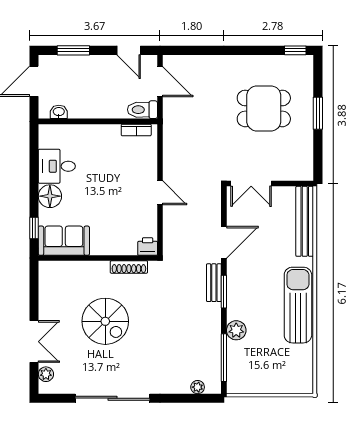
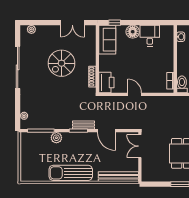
door: (160, 193) -> (135, 94), swing flipped
printer: (148, 247) -> (106, 82), width x1.87, depth x1.48
sun lounger: (298, 305) -> (71, 173), turned 180
double door: (34, 342) -> (72, 23), moved

